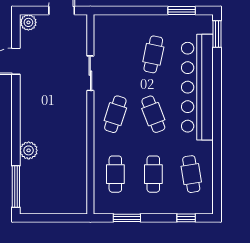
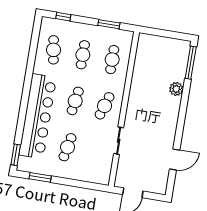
plant: (28, 22) -> (160, 188), removed
cafe table: (153, 114) -> (75, 101), turned 30

